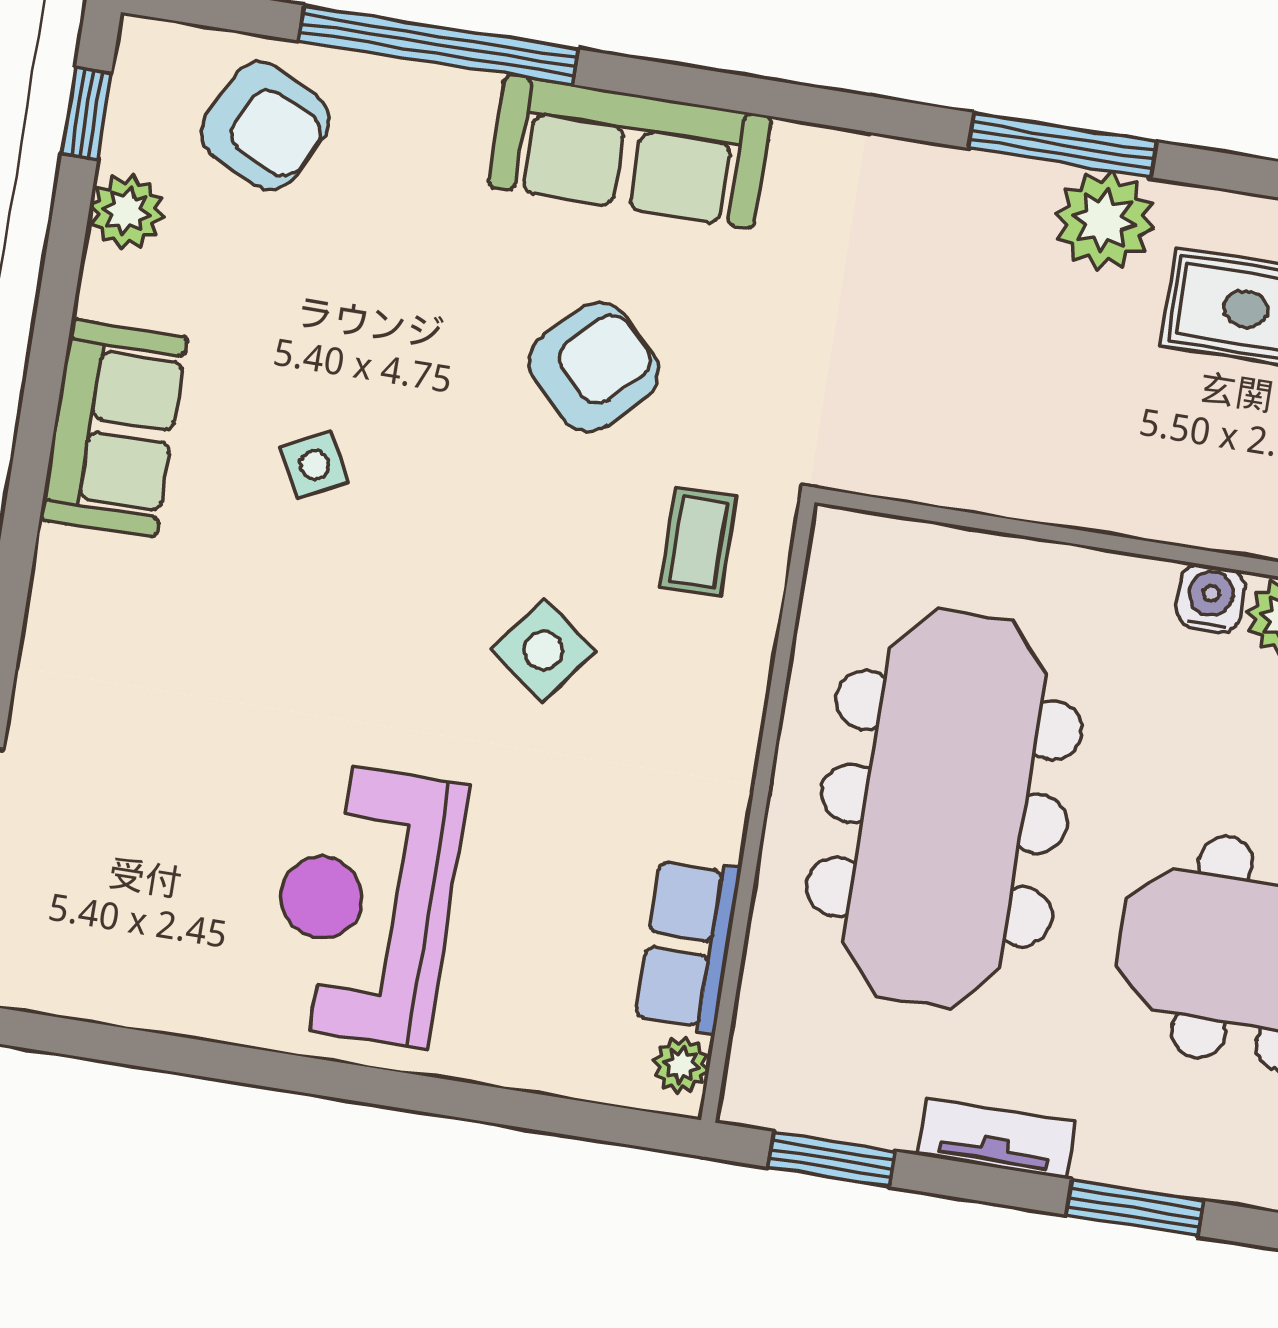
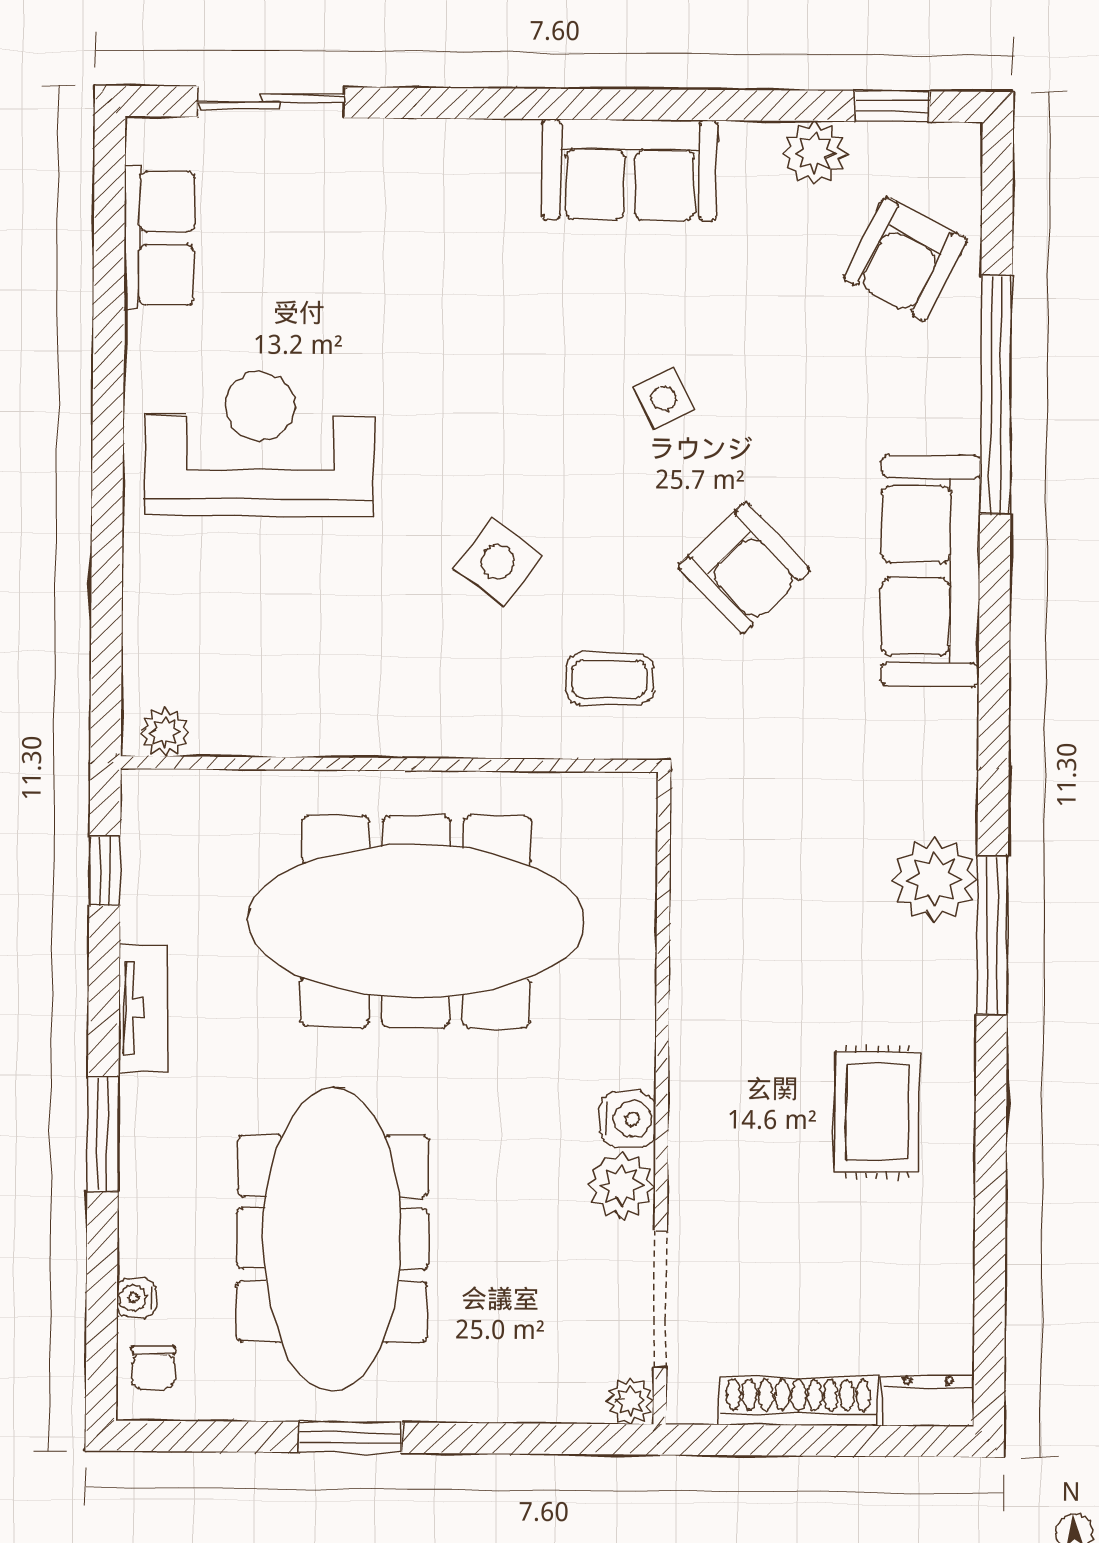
plant: (1104, 221) -> (934, 879), moved
side table: (314, 465) -> (663, 398), moved
row of seats: (688, 945) -> (159, 238), moved, turned 90
window: (831, 1159) -> (105, 871), width x0.67

